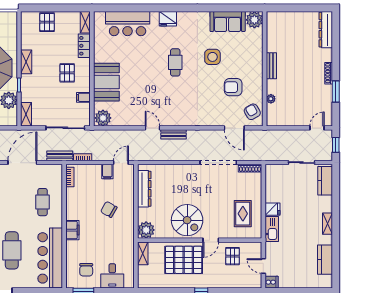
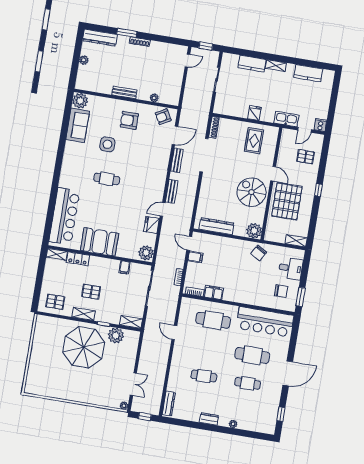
plant: (299, 16) -> (84, 60), added
fridge: (168, 19) -> (151, 225), moved, turned 180
pallet: (47, 22) -> (55, 302), moved
bar counter: (128, 24) -> (64, 216), width x1.36
pallet: (67, 73) -> (91, 292), moved
booth: (106, 82) -> (100, 242), moved
armchair: (233, 87) -> (129, 120), moved, turned 90
window: (336, 92) -> (127, 33), moved
door: (317, 128) -> (187, 60), swing flipped
bench: (60, 156) -> (177, 160), moved
door: (22, 163) -> (174, 333), width x0.53
kitchen counter: (325, 181) -> (252, 64), moved
cafe table: (43, 202) -> (213, 320), width x1.37, depth x1.35
chair: (109, 209) -> (259, 253), moved
rug: (243, 214) -> (254, 141), turned 90
spiral stairs: (187, 220) -> (251, 192), turned -90
kitchen sink: (272, 229) -> (286, 119), moved
filing cabinet: (72, 230) -> (214, 293), moved
shelving: (143, 253) -> (296, 241), moved
pallet: (233, 256) -> (306, 157), moved

